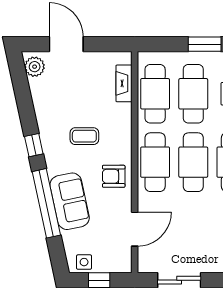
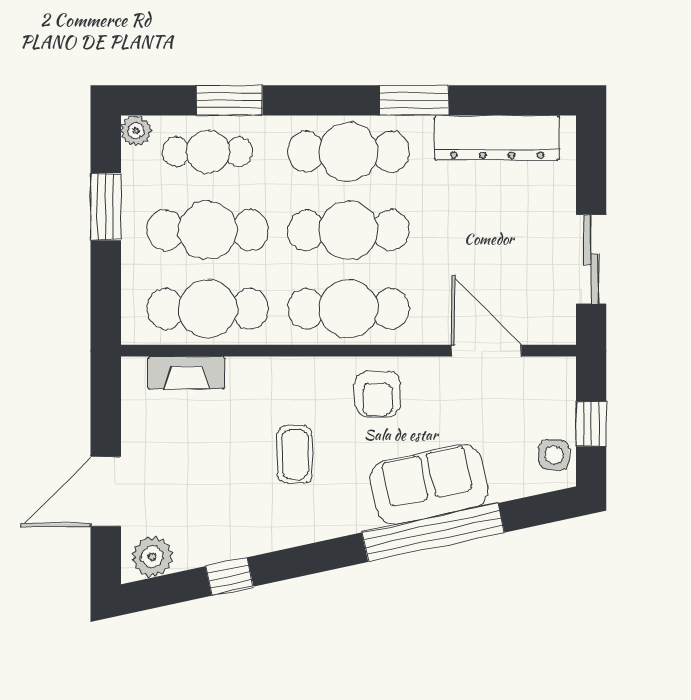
window: (34, 145) -> (229, 576), moved

